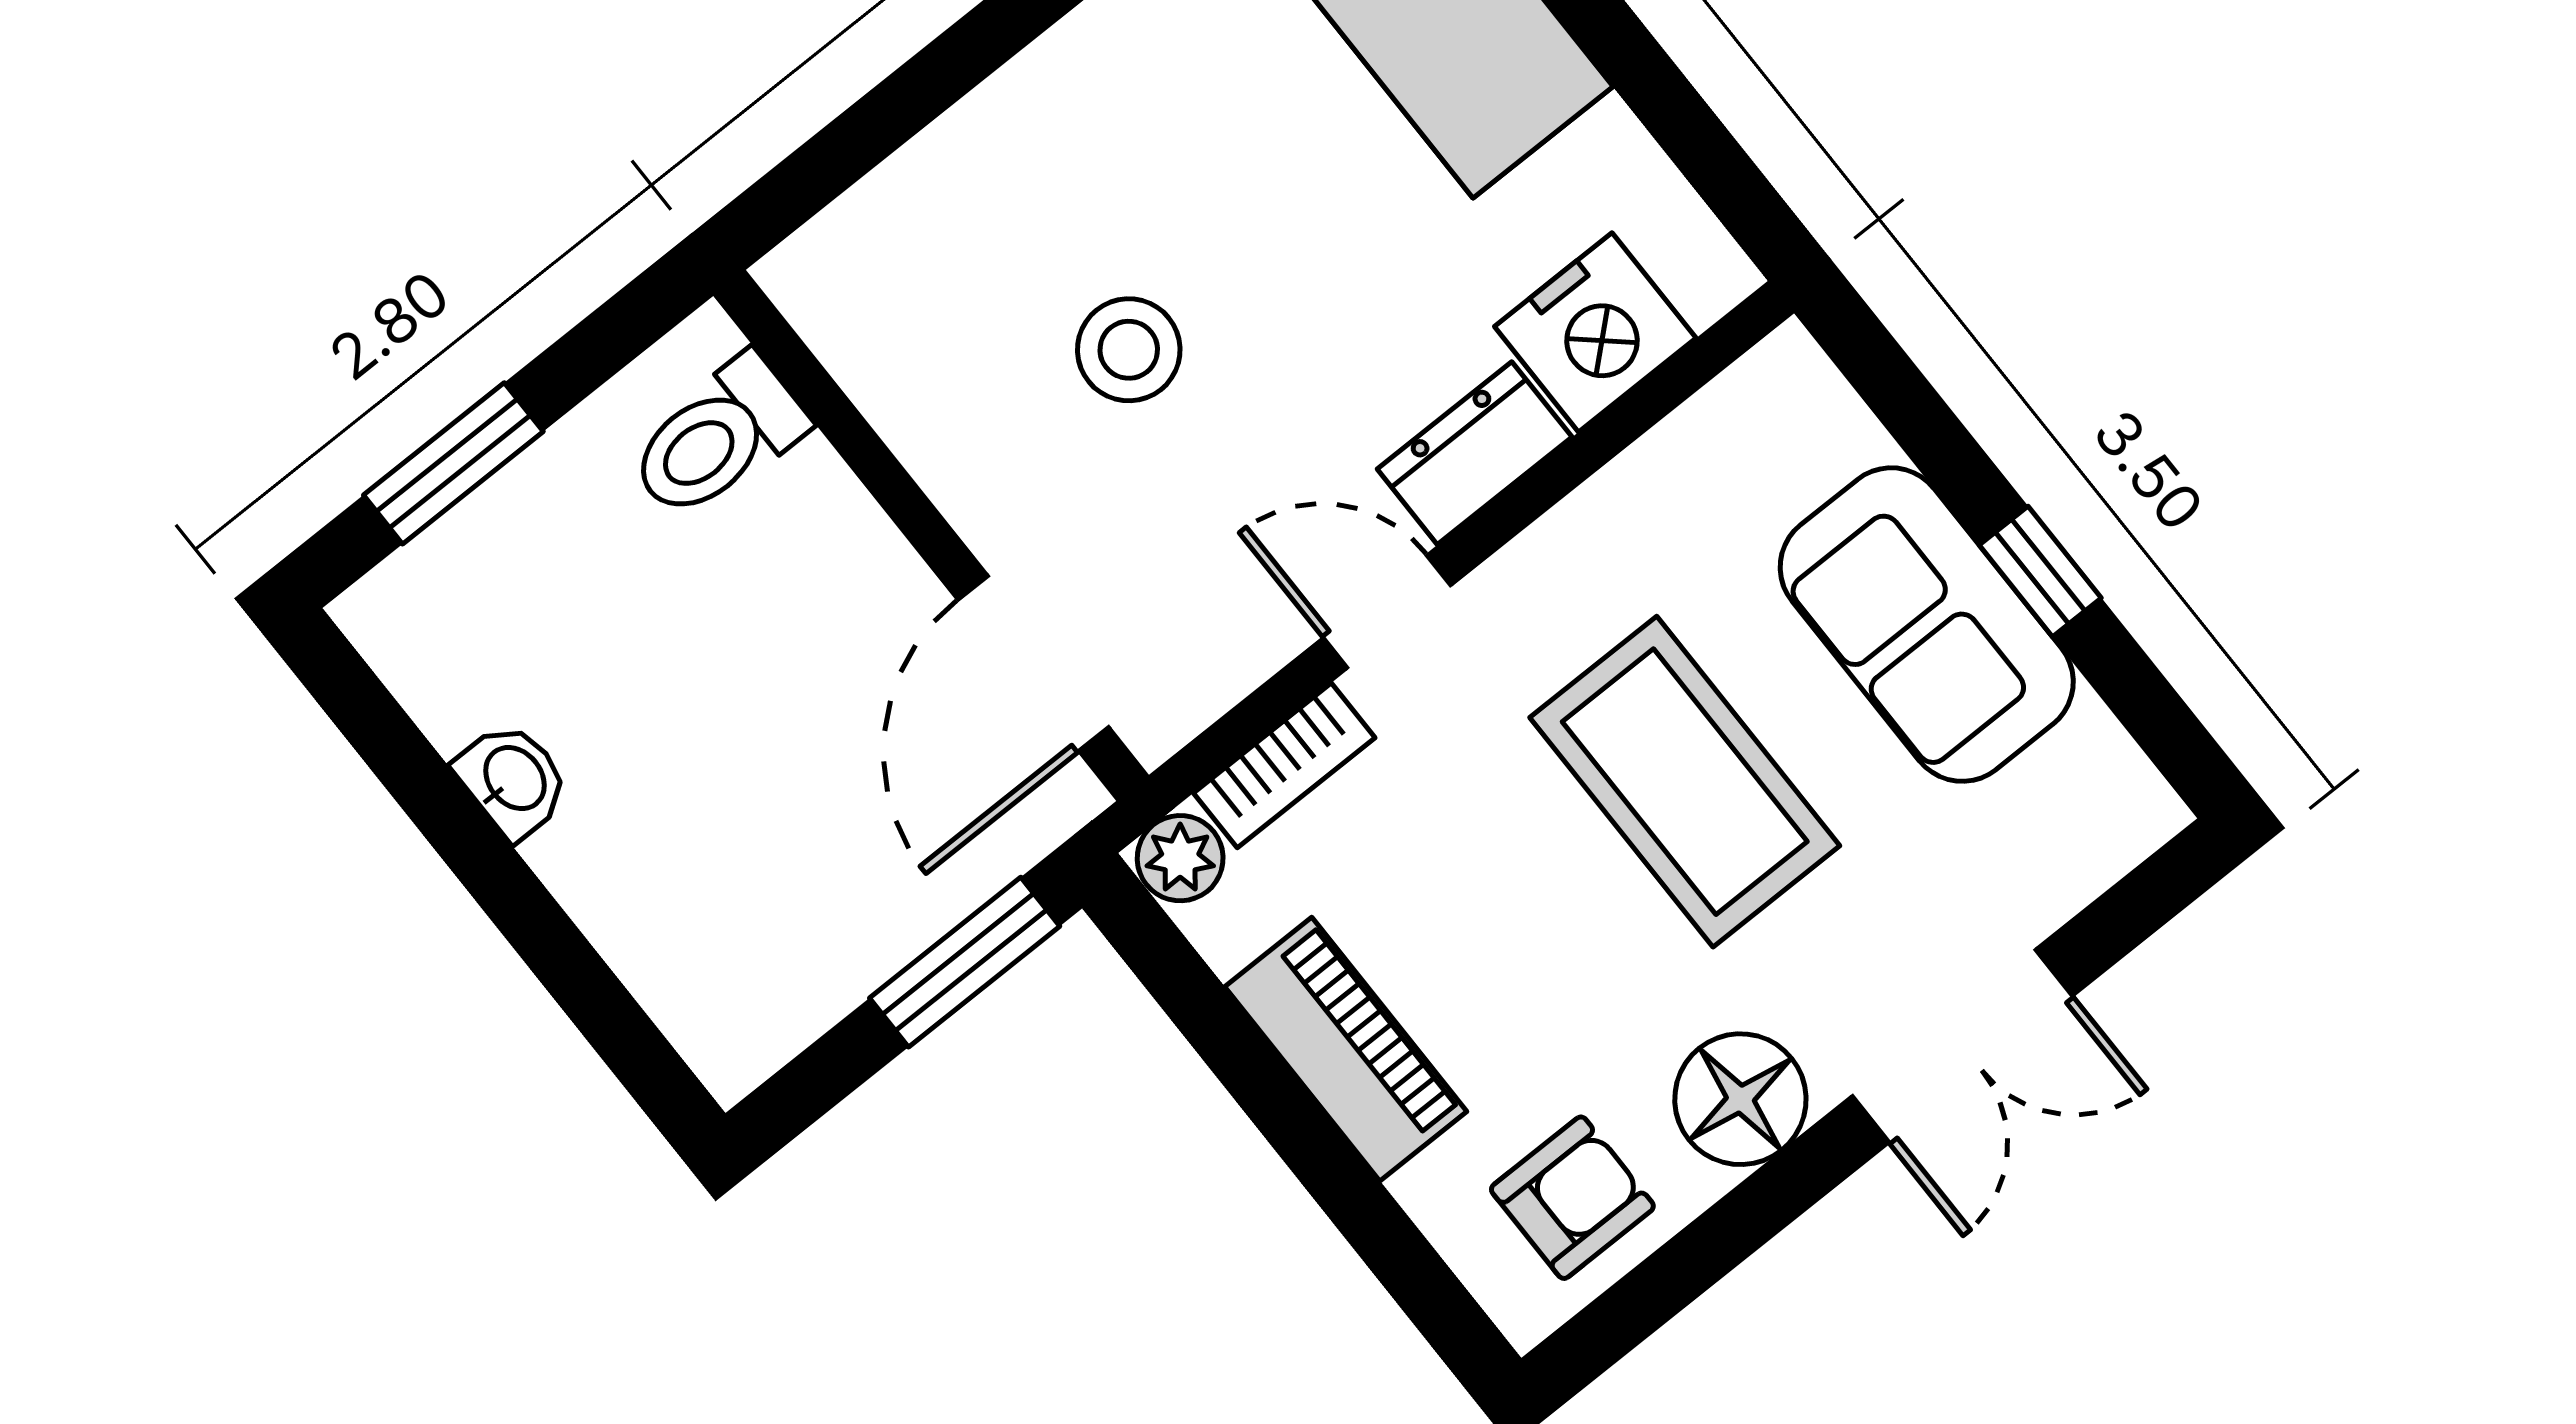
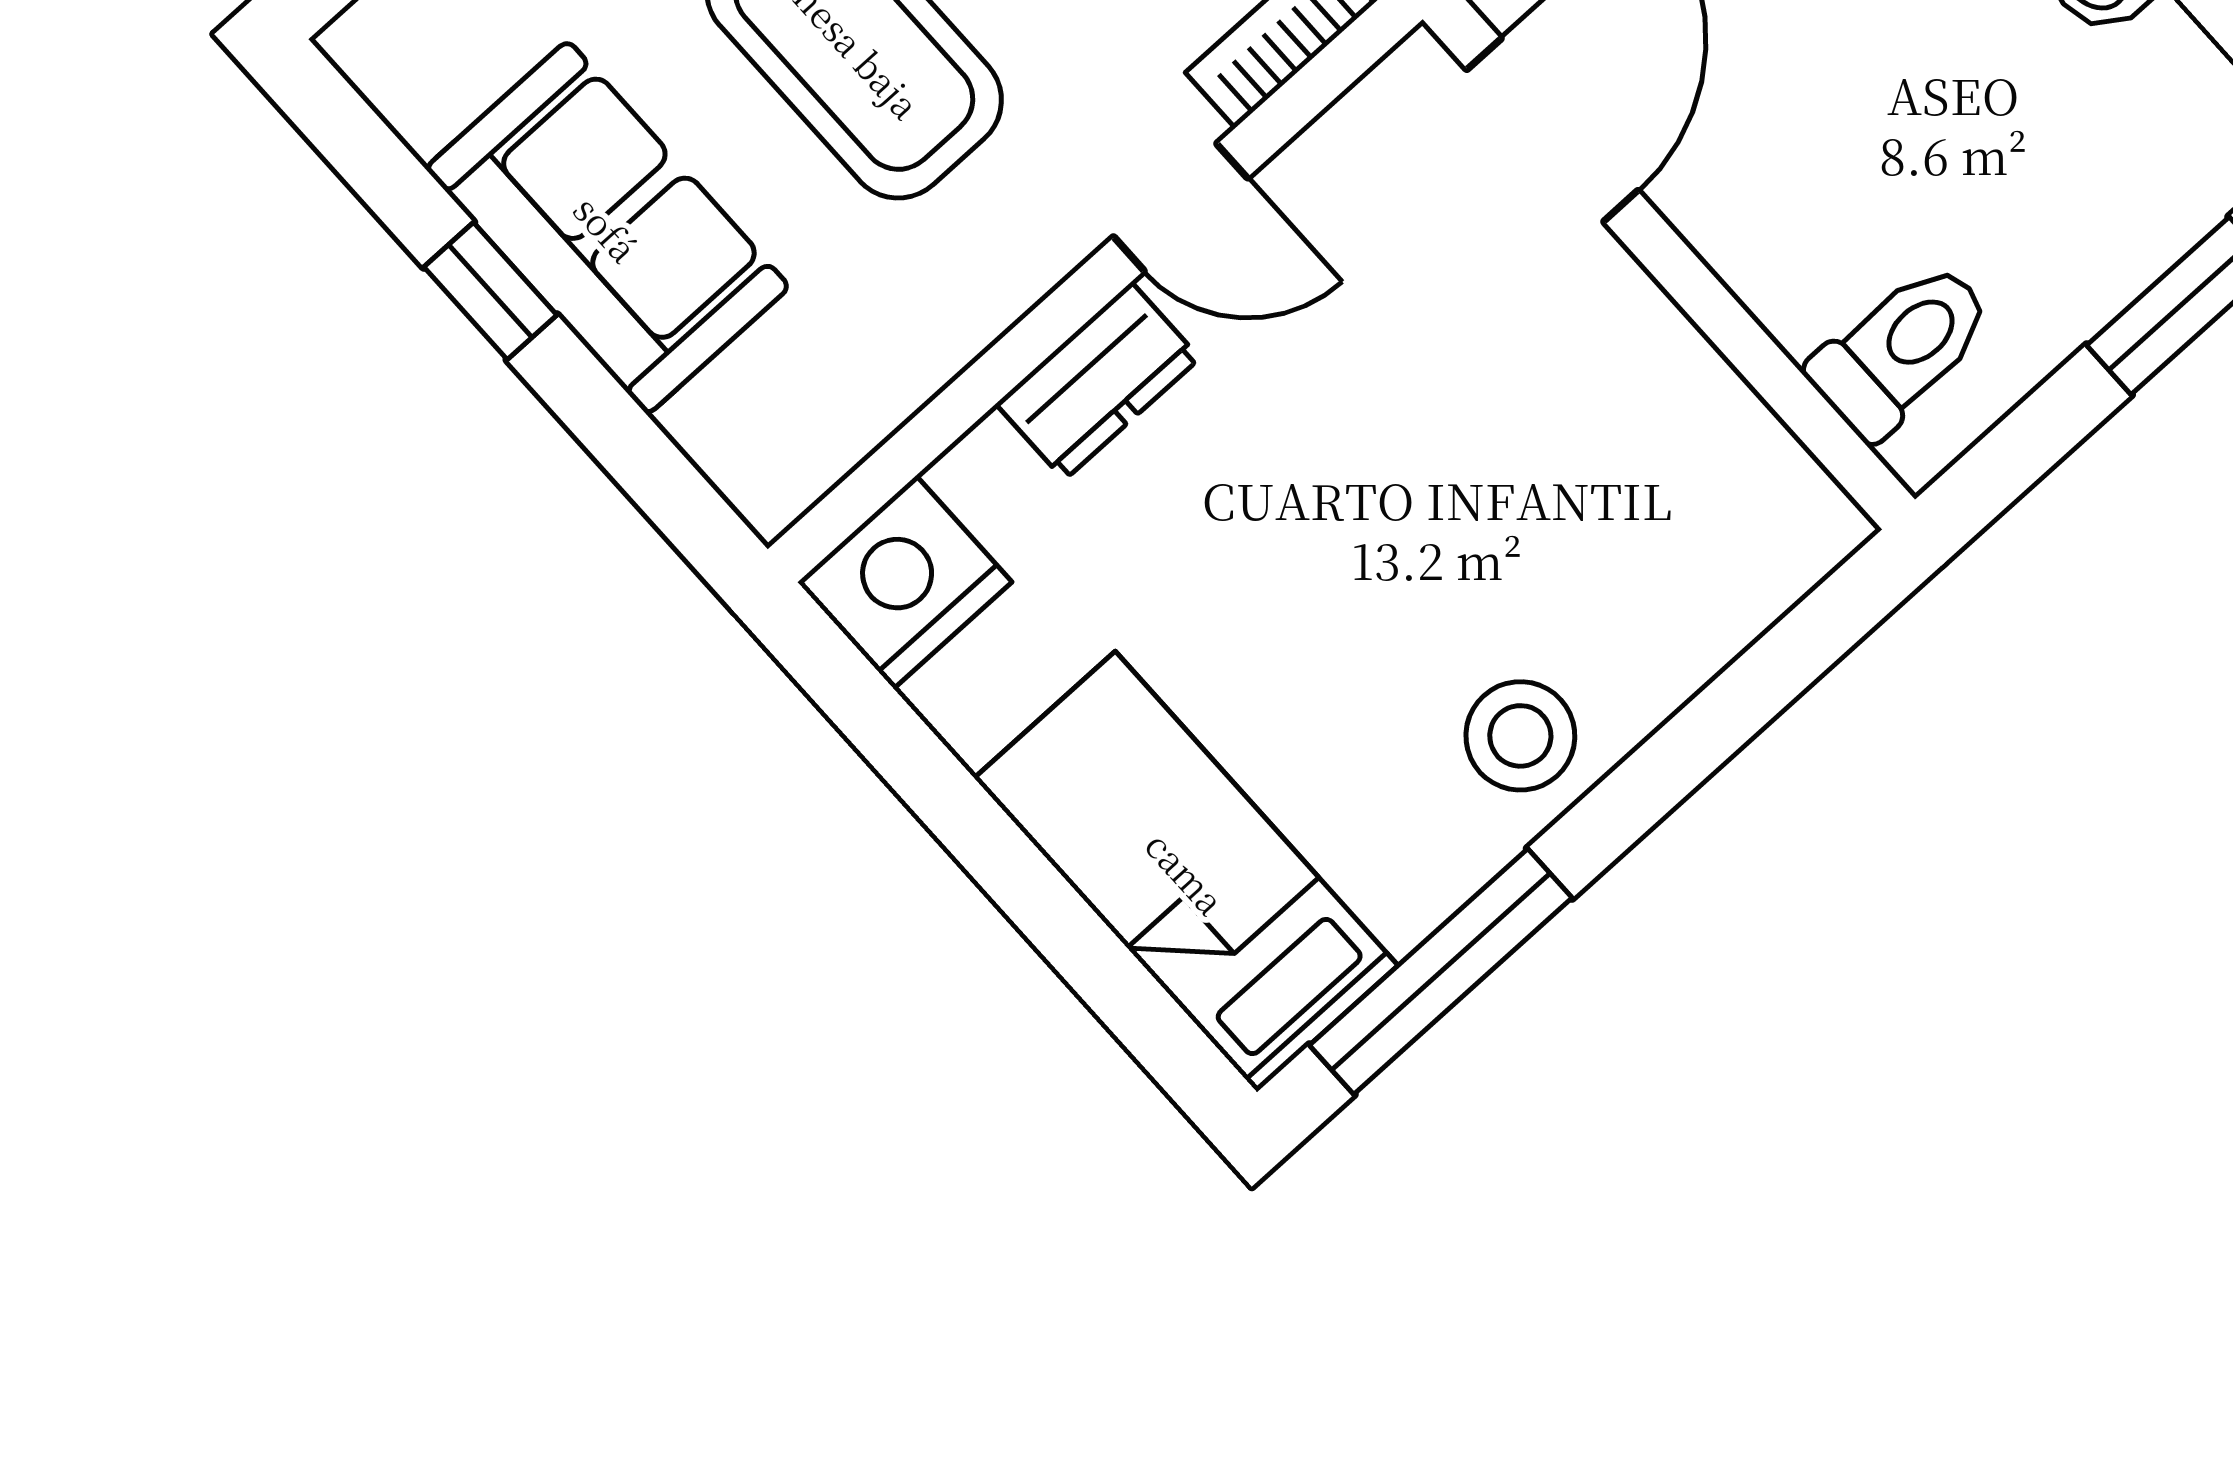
nightstand: (1595, 332) -> (905, 582), moved
stool: (1129, 350) -> (1520, 736), moved

